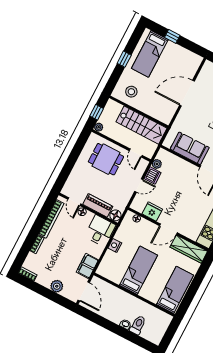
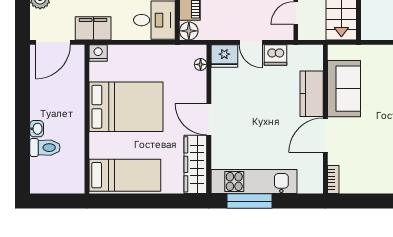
plant: (157, 164) -> (296, 52), removed
kitchen counter: (183, 167) -> (312, 94), added
fridge: (152, 212) -> (224, 56), moved, turned 90
nightstand: (115, 246) -> (98, 53), moved
bed: (139, 270) -> (126, 107), width x1.50

